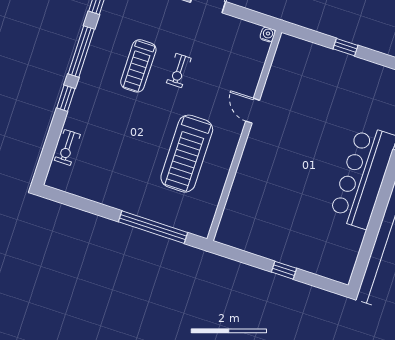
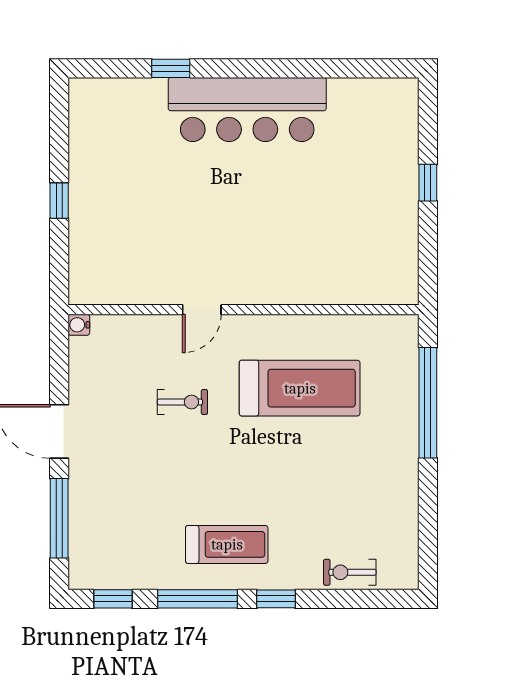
treadmill: (138, 66) -> (227, 544), moved
exercise bike: (179, 71) -> (182, 402), moved
exercise bike: (67, 147) -> (350, 572), turned 180

